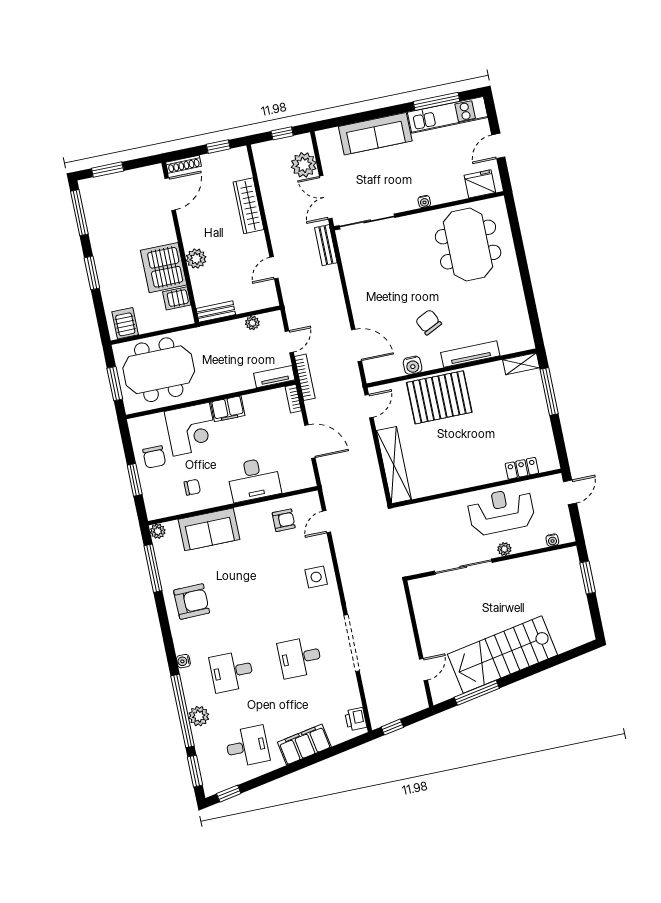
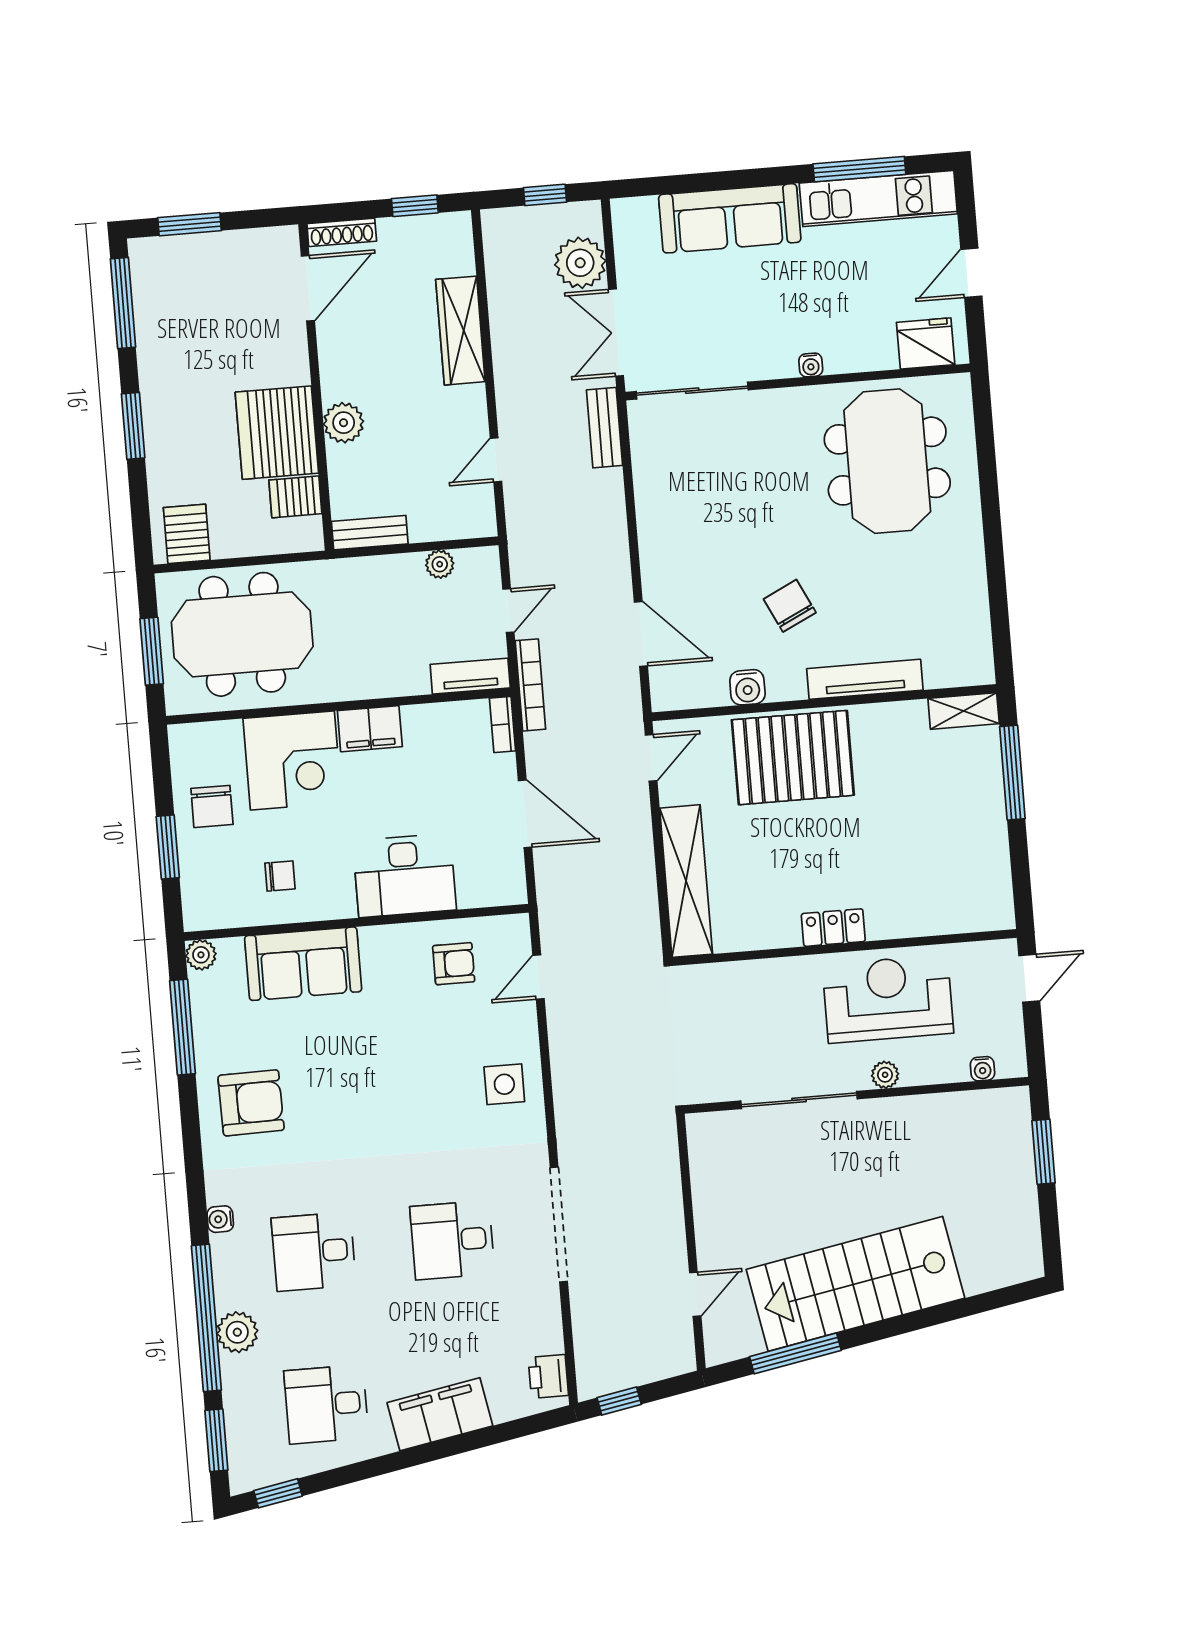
locker: (522, 468) -> (833, 928), moved
desk: (247, 746) -> (326, 1404), turned 180

